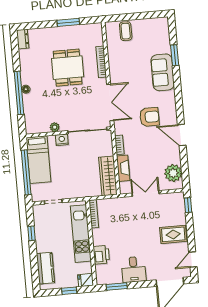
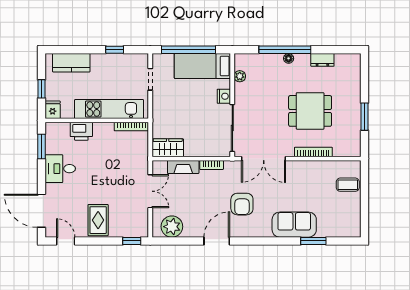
dresser: (23, 39) -> (322, 60), moved
plant: (55, 127) -> (240, 76), moved
wardrobe: (108, 176) -> (168, 148), width x0.67

